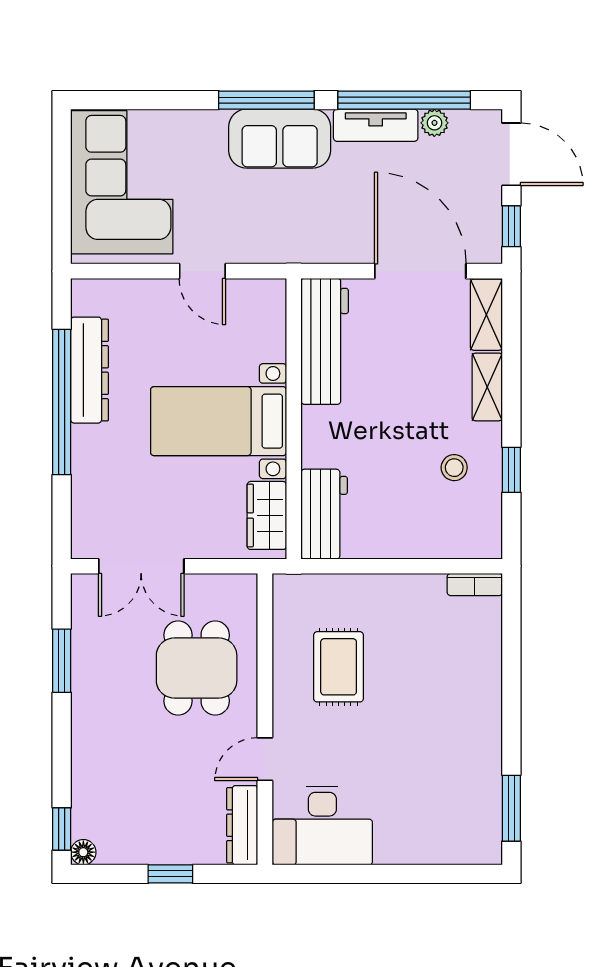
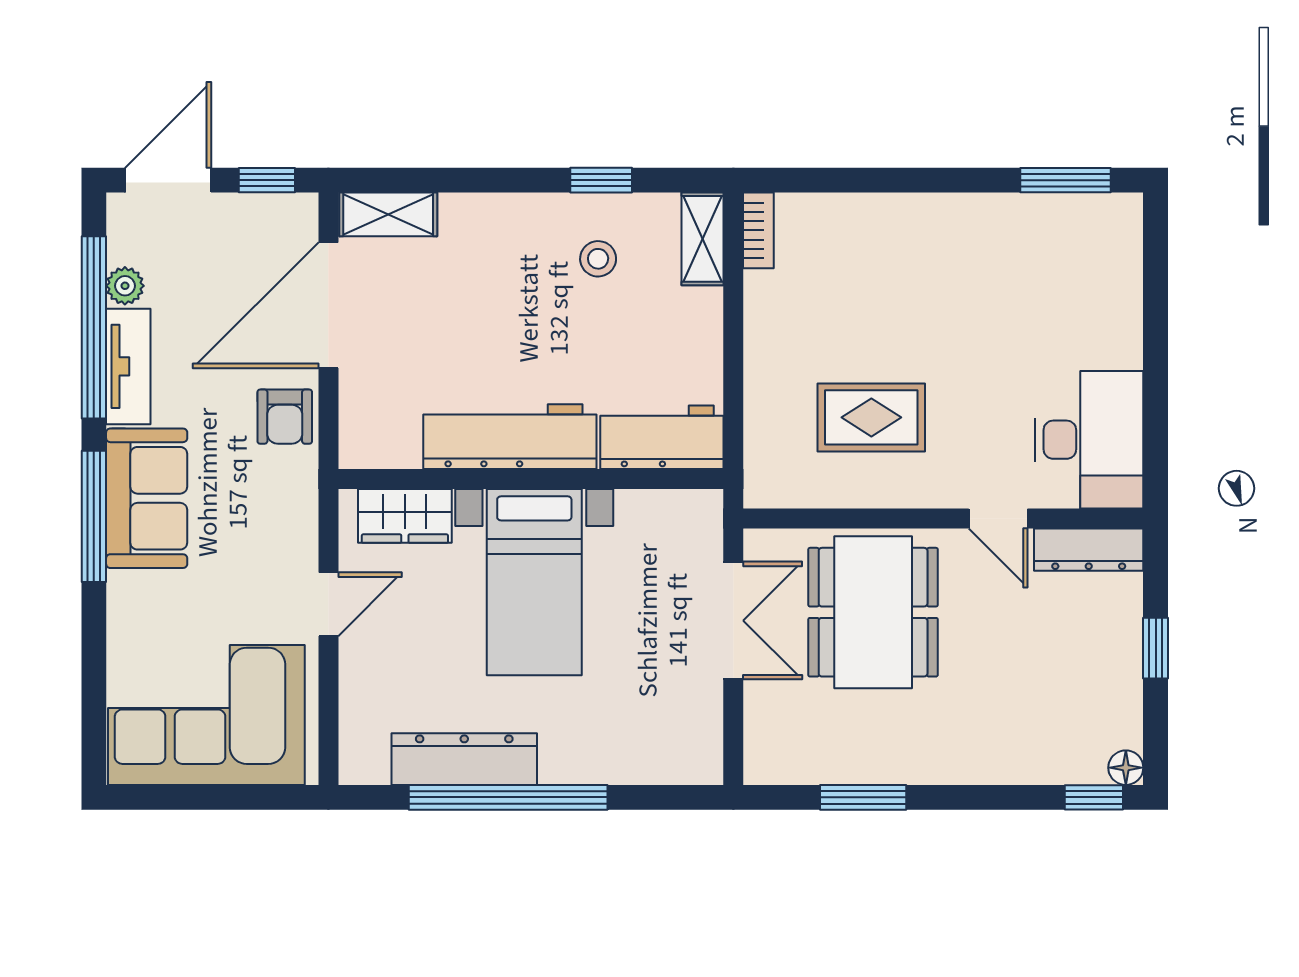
armchair: (339, 239) -> (285, 417), added
workbench: (325, 341) -> (510, 437), moved
shelving: (487, 387) -> (703, 239), moved, turned 90
wardrobe: (267, 515) -> (405, 516), moved
double door: (141, 566) -> (733, 621), moved
dining table: (197, 668) -> (873, 612), width x1.37

